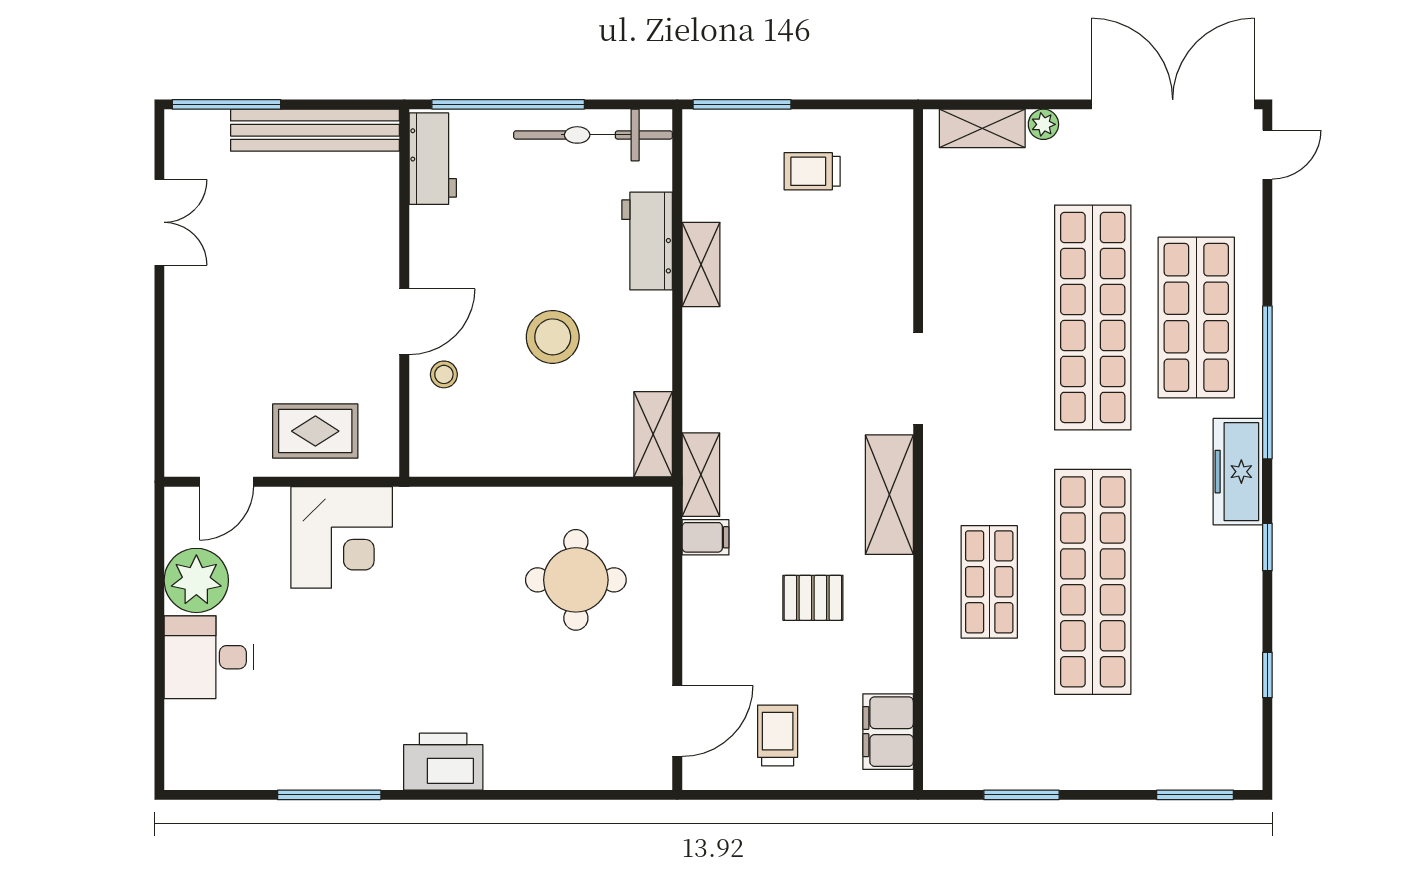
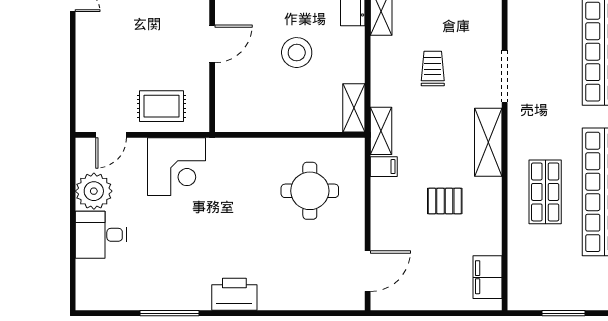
stool: (444, 374) -> (235, 74), removed
trolley: (778, 735) -> (433, 68), moved

